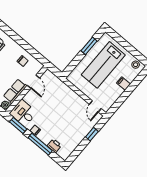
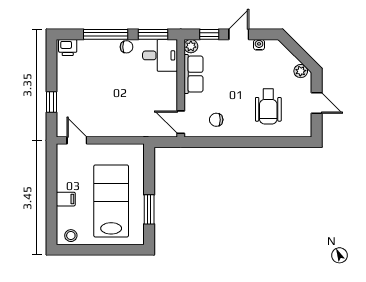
door: (33, 82) -> (181, 122), moved
printer: (54, 146) -> (68, 48), moved

